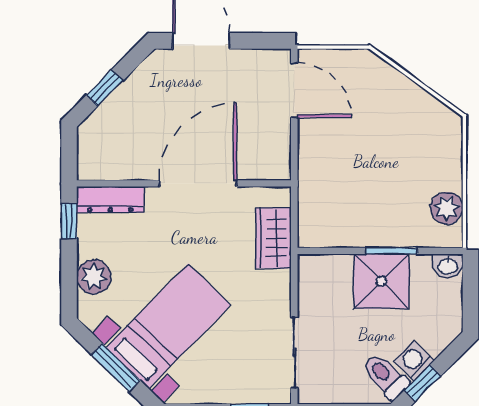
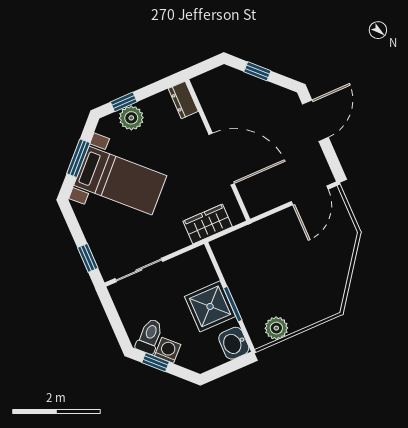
dresser: (110, 200) -> (183, 100), width x0.70
window: (69, 221) -> (124, 102), moved
washbasin: (448, 266) -> (234, 343), width x1.38, depth x1.45

